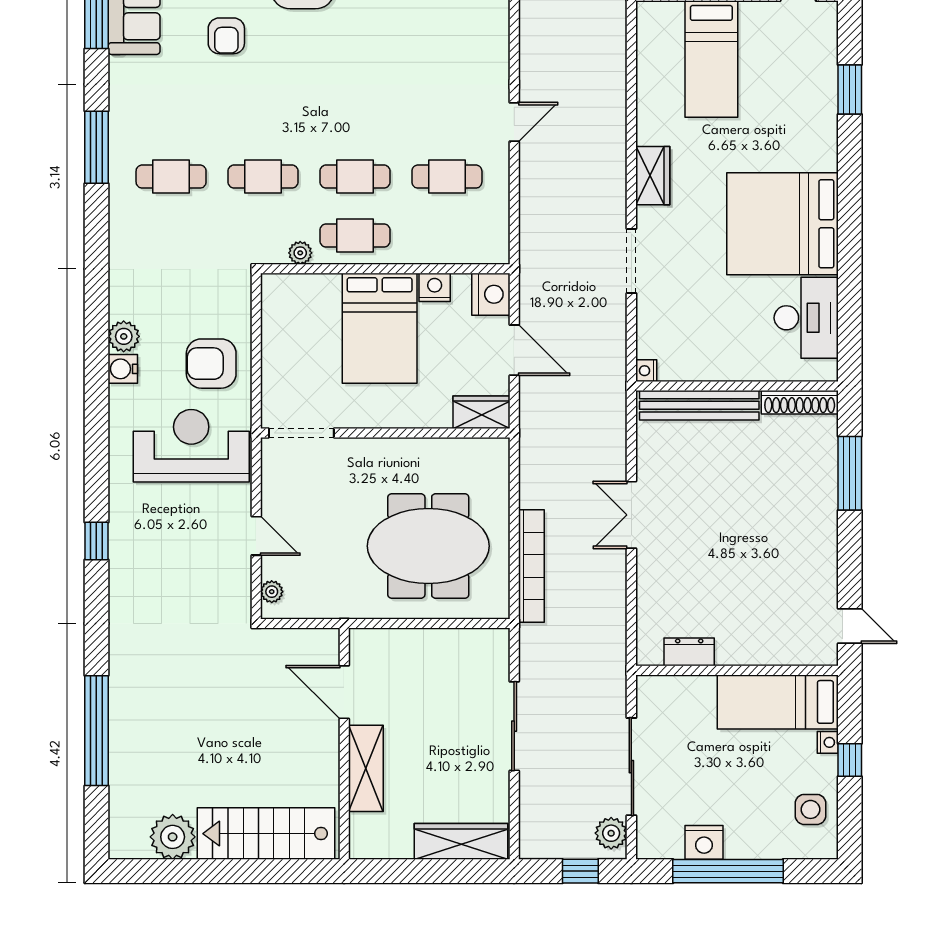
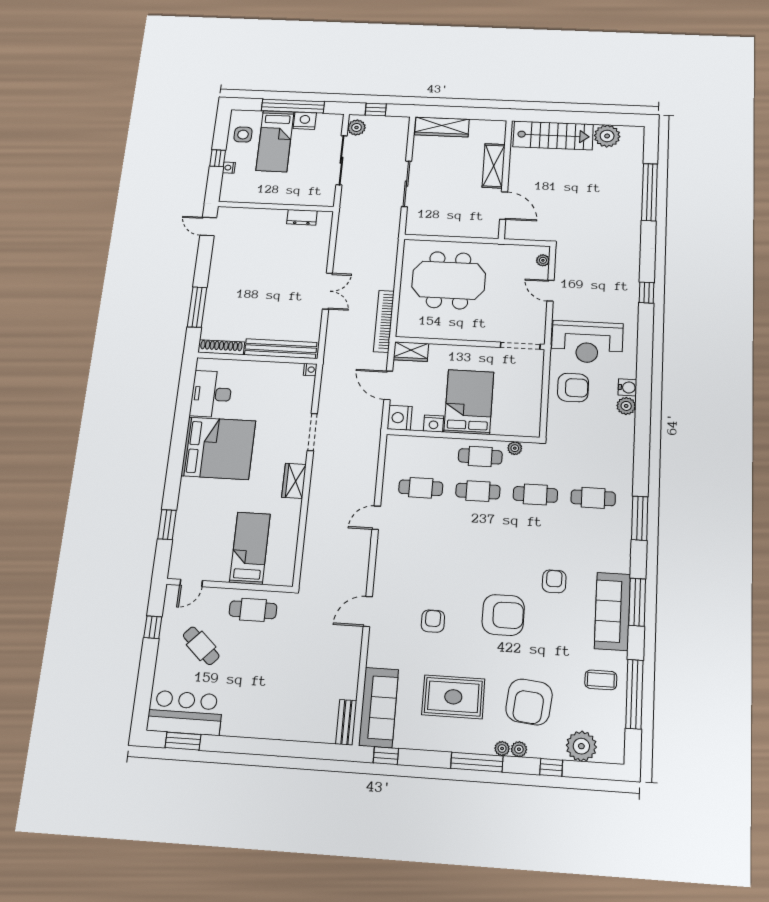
bookcase: (531, 566) -> (384, 321), moved
bed: (778, 702) -> (275, 141), moved, turned 90

